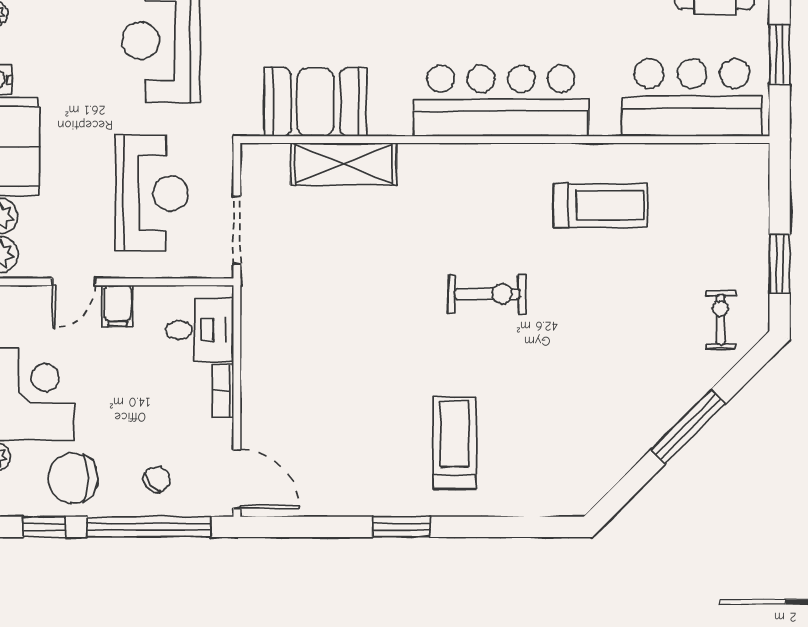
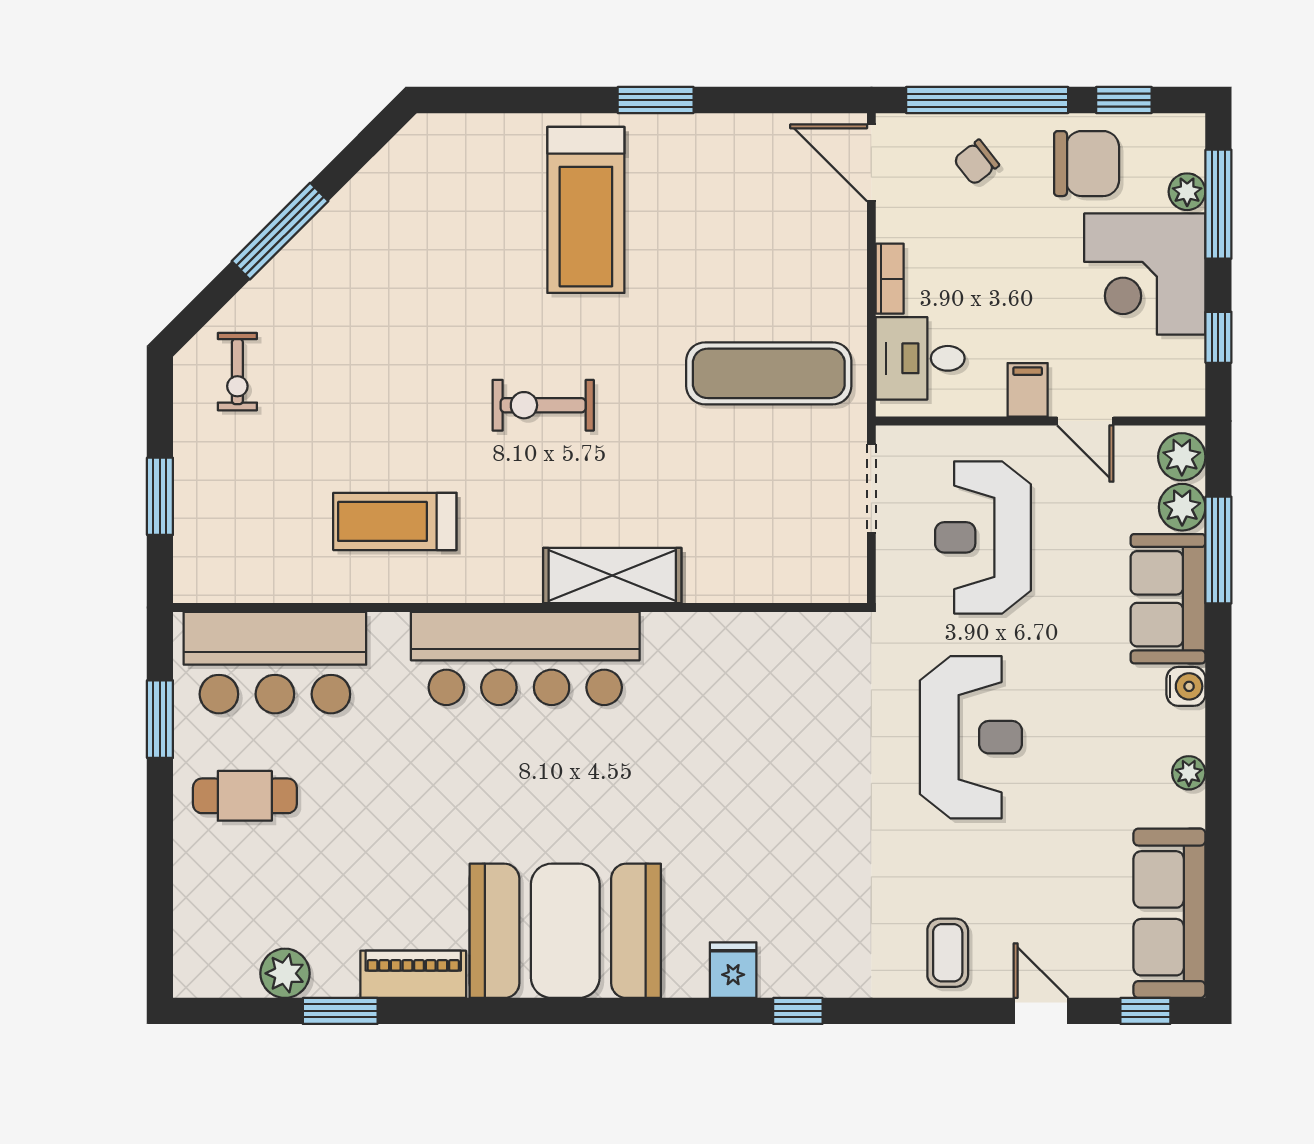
booth: (315, 102) -> (768, 657), removed
shelving: (343, 164) -> (612, 576), moved
window: (780, 264) -> (160, 496), moved
door: (74, 282) -> (1085, 421), swing flipped
exercise mat: (315, 318) -> (769, 373), added
treadmill: (455, 443) -> (586, 210), width x1.37, depth x1.37

